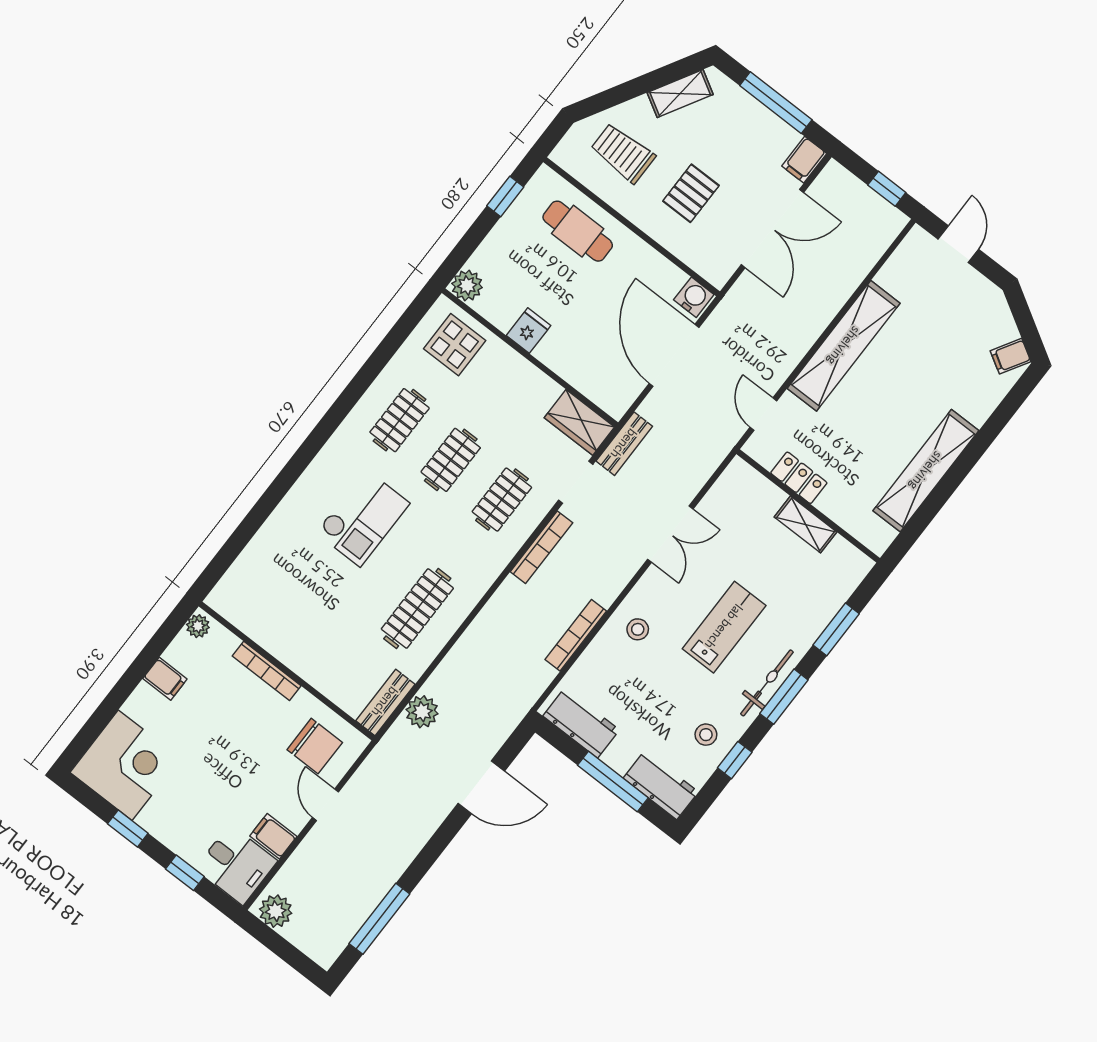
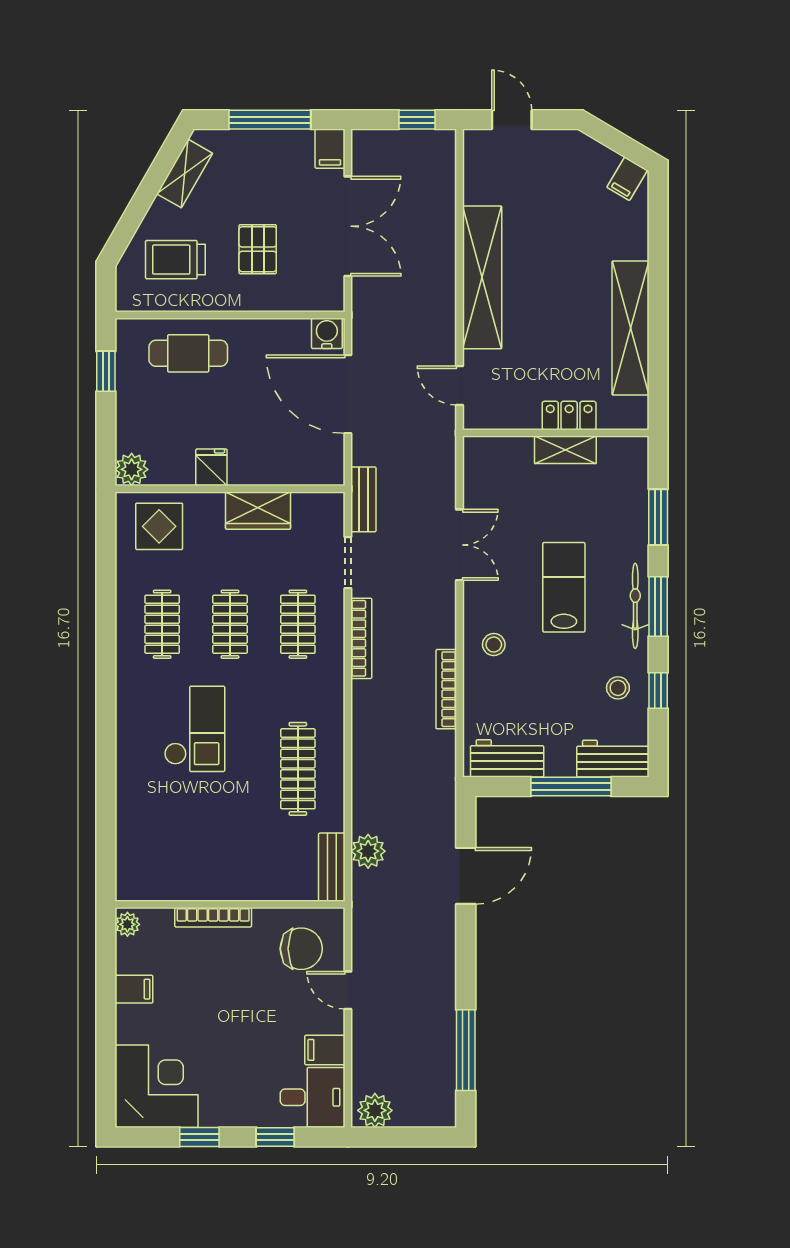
wardrobe: (579, 422) -> (258, 511), moved
locker: (799, 478) -> (569, 415), moved

